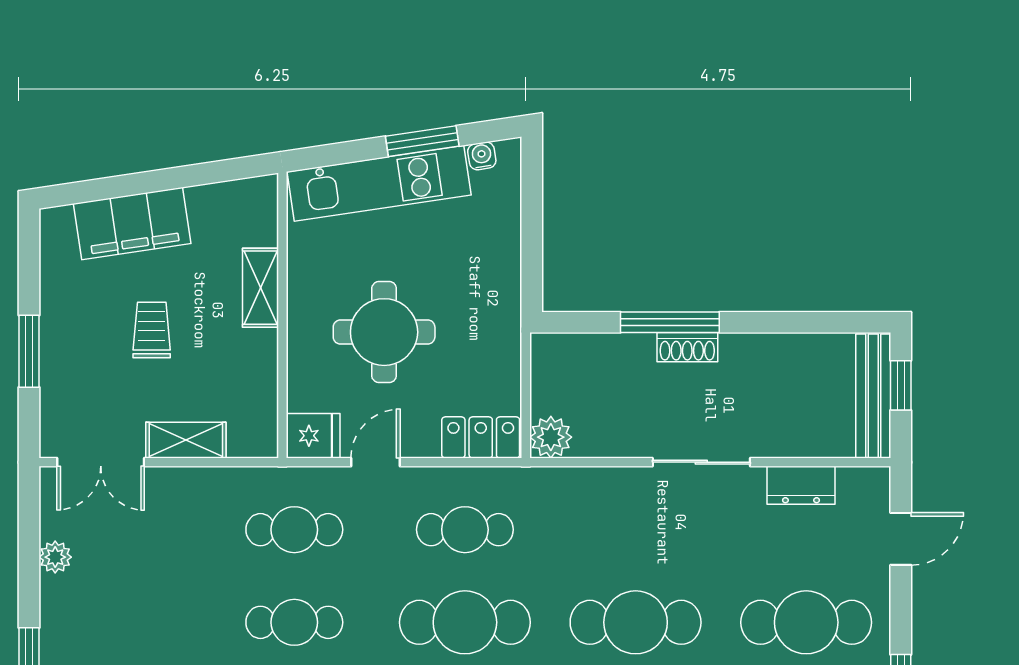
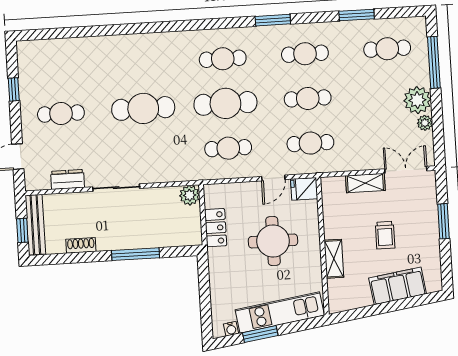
shoe rack: (687, 347) -> (81, 245), moved
locker: (481, 437) -> (216, 228), moved, turned -90
plant: (68, 605) -> (417, 100), added
cafe table: (806, 622) -> (61, 114), width x0.73, depth x0.74

